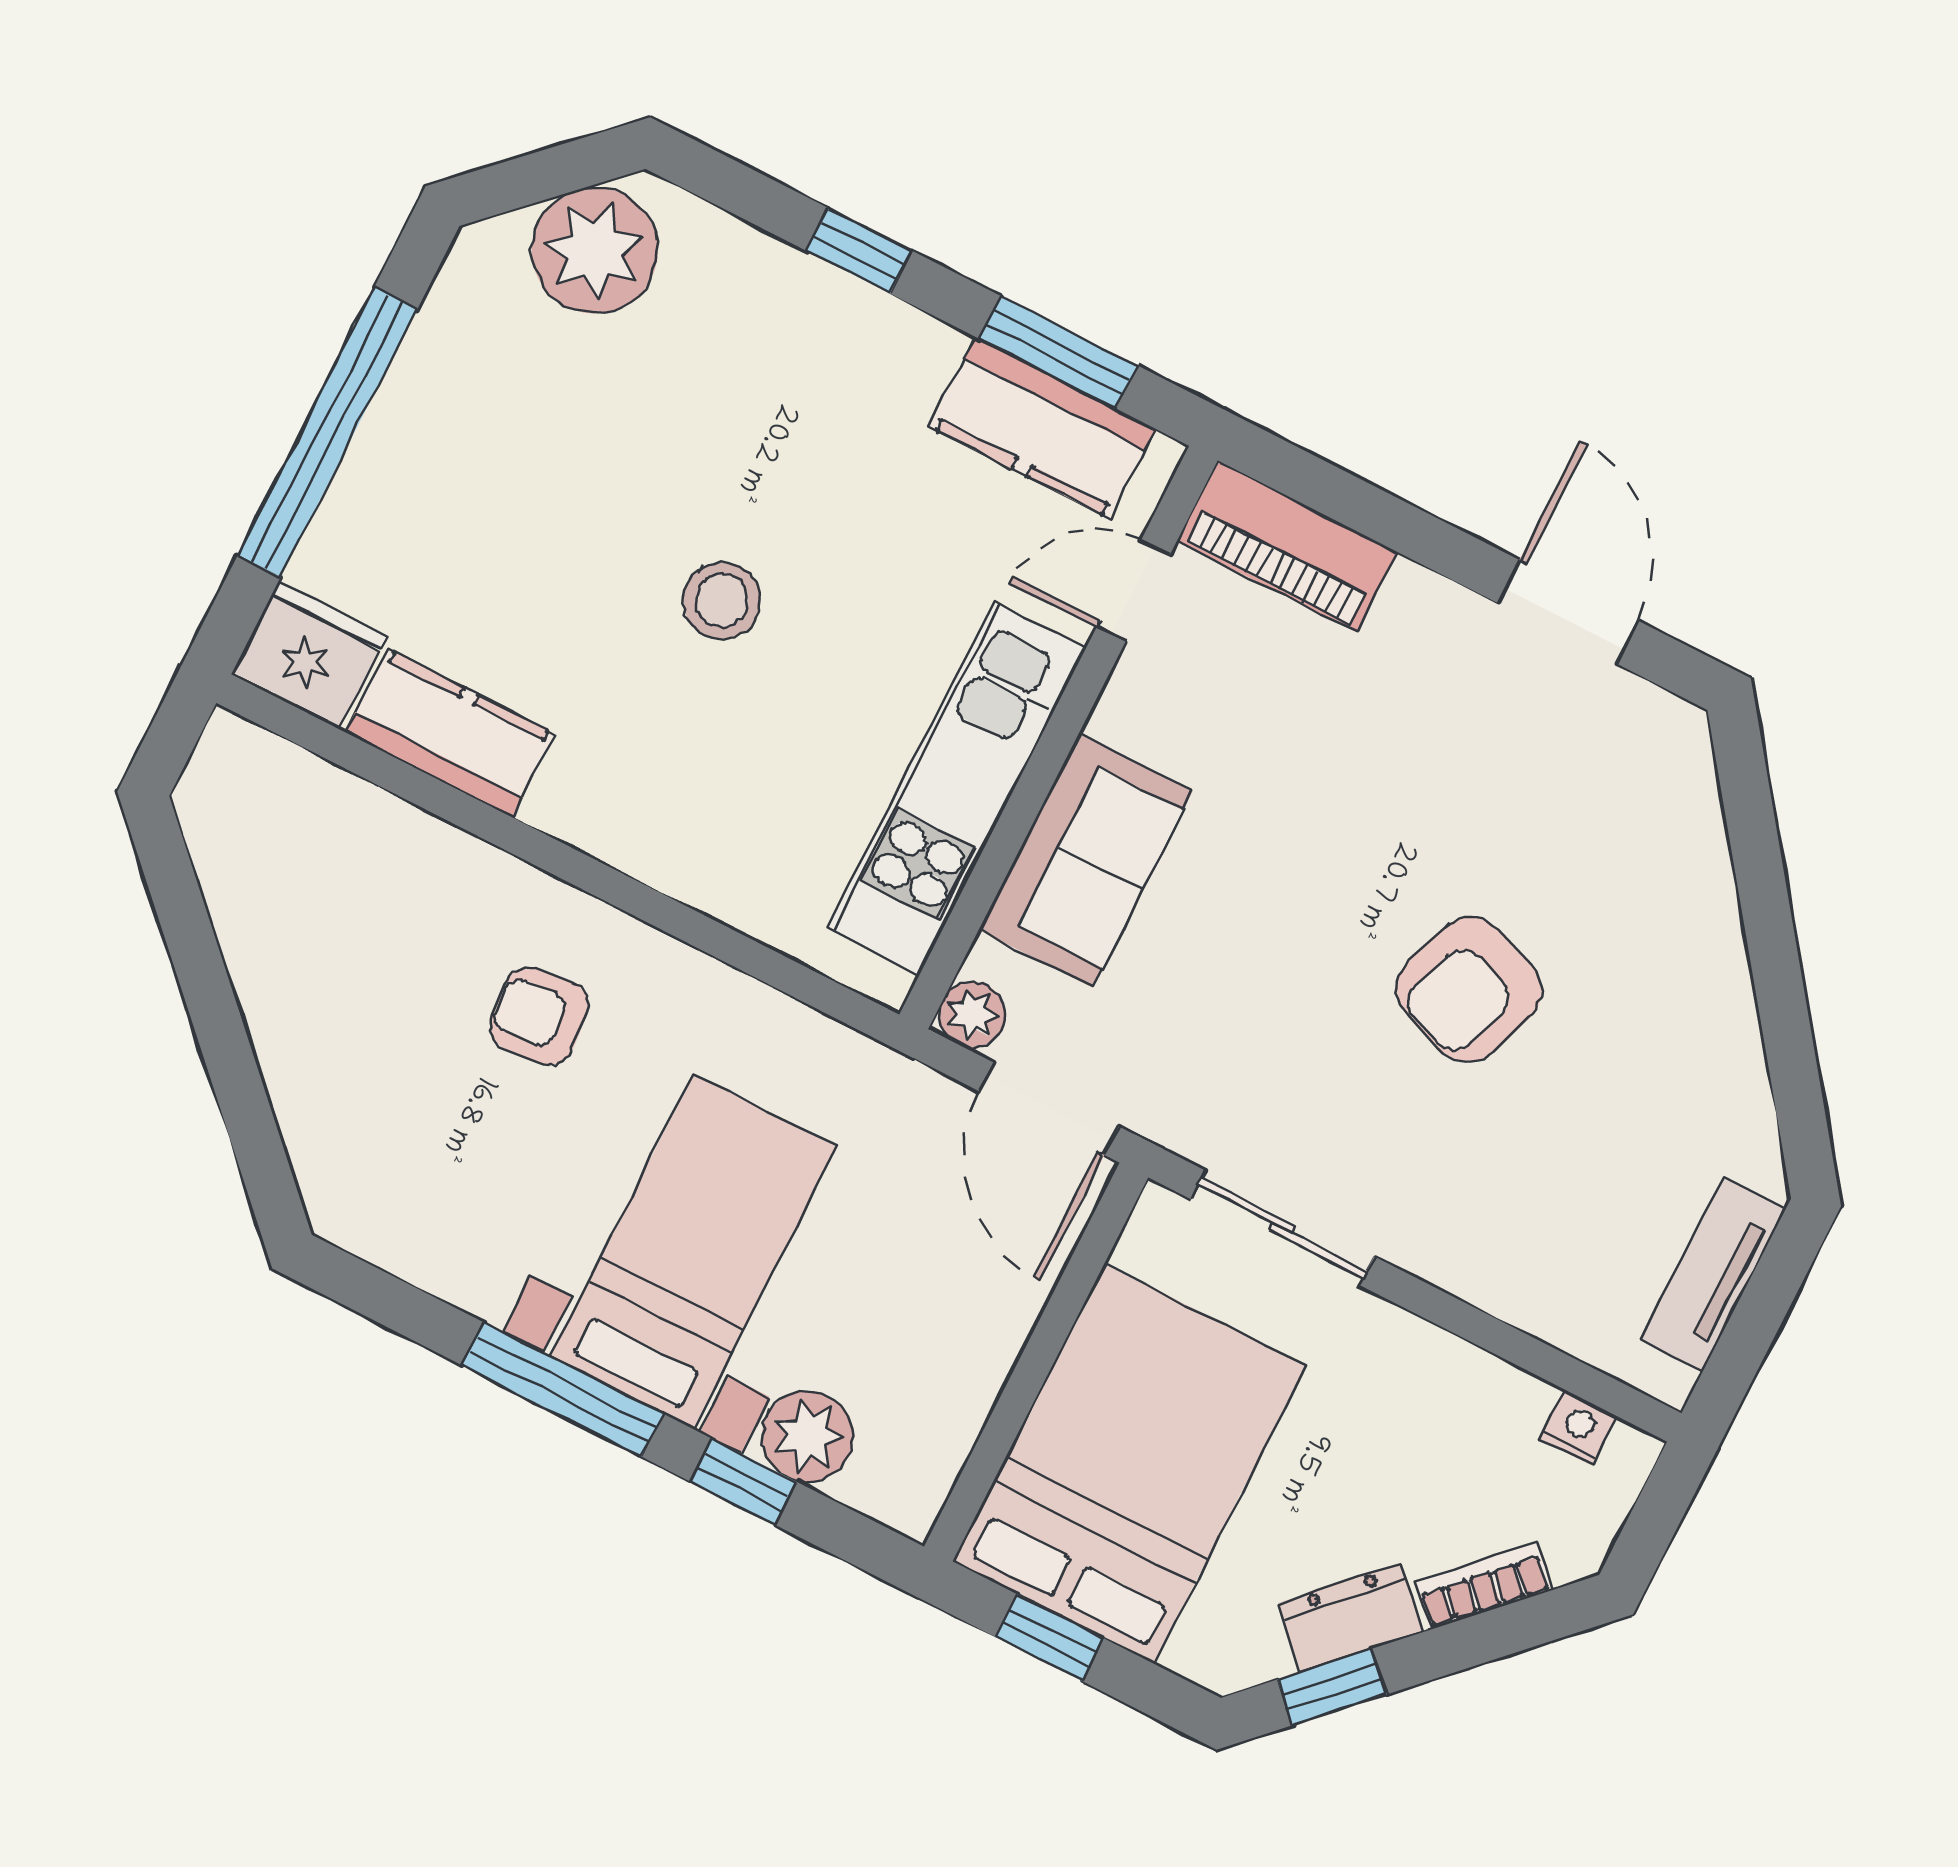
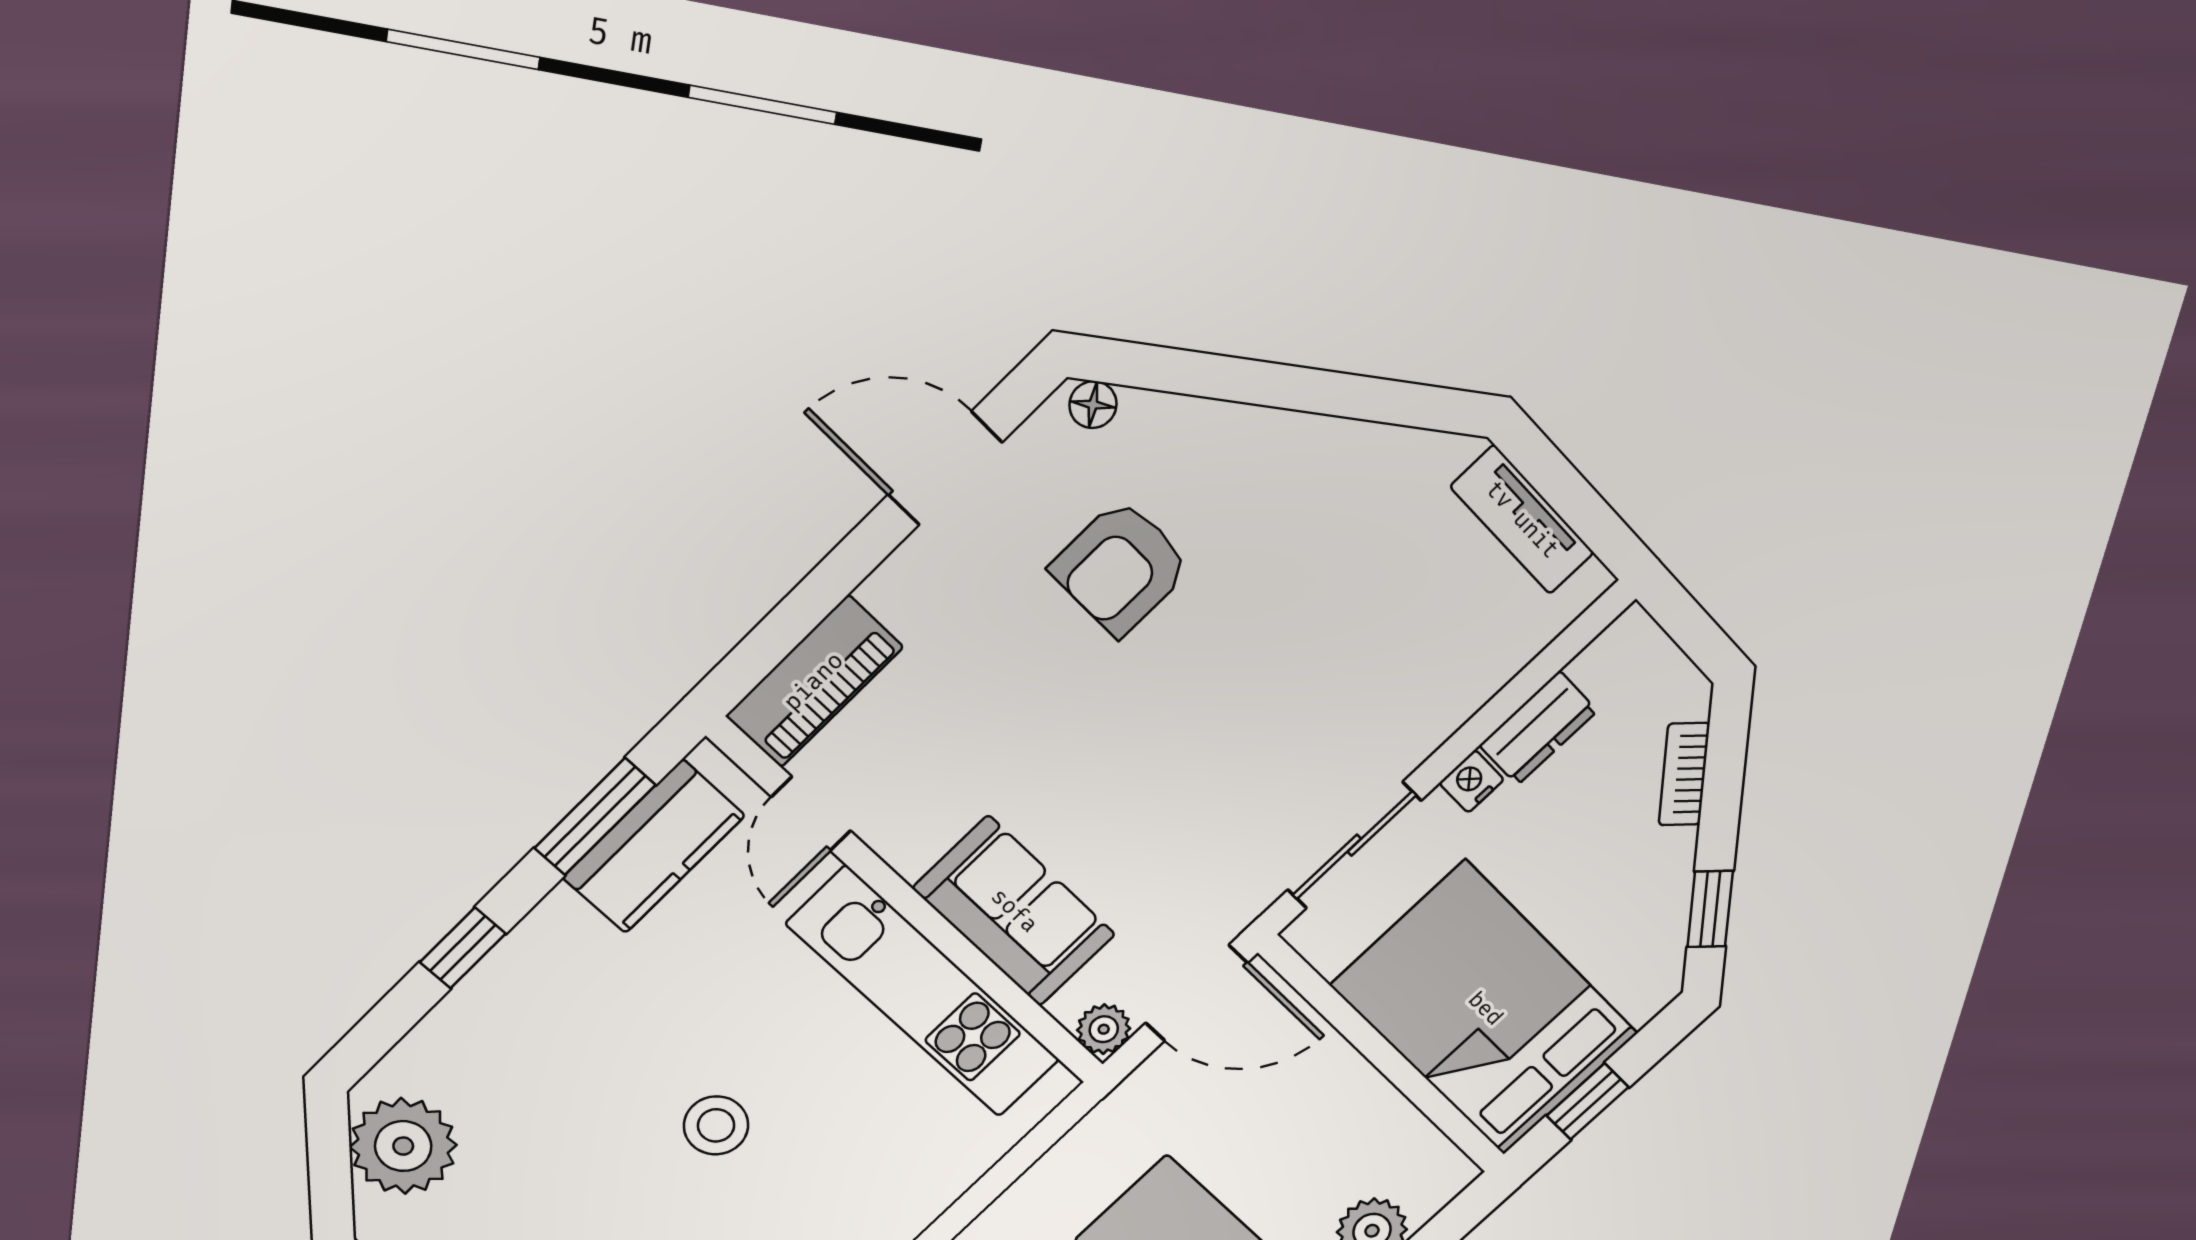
floor lamp: (1687, 748) -> (1093, 405), added
armchair: (1469, 990) -> (1121, 568), moved, turned 70
nightstand: (1578, 1427) -> (1472, 781), moved
dresser: (1351, 1617) -> (1538, 728), moved, turned -135

